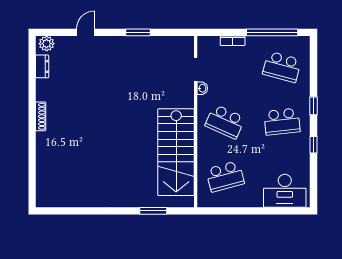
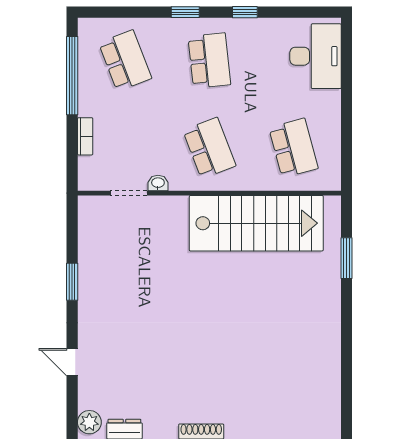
school desk: (282, 67) -> (125, 61), turned -36
school desk: (225, 122) -> (209, 148), turned -45

